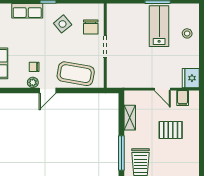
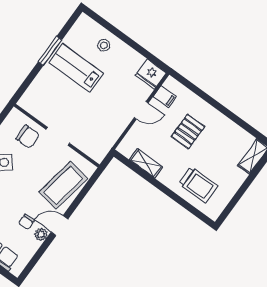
door: (47, 90) -> (59, 226), swing flipped
window: (121, 153) -> (175, 197), removed

